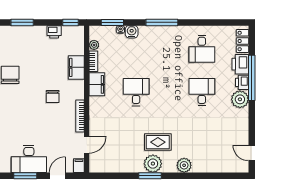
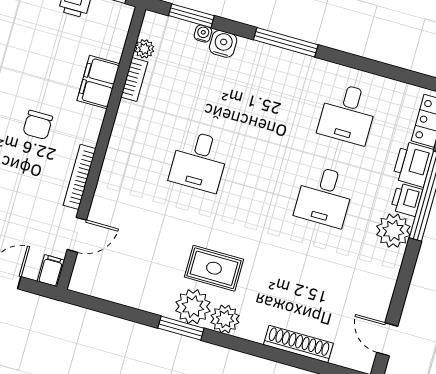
filing cabinet: (97, 84) -> (129, 125), removed
desk: (136, 92) -> (199, 161), turned 180
desk: (202, 92) -> (325, 196), turned 180
plant: (184, 165) -> (225, 319), moved
shoe rack: (209, 167) -> (298, 344), added

